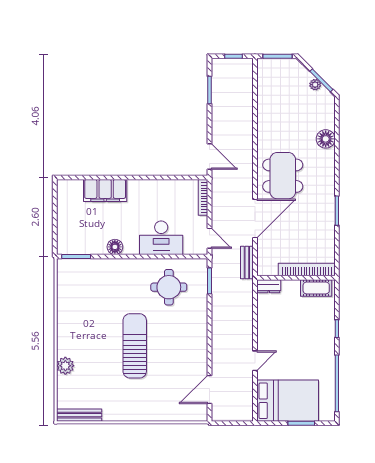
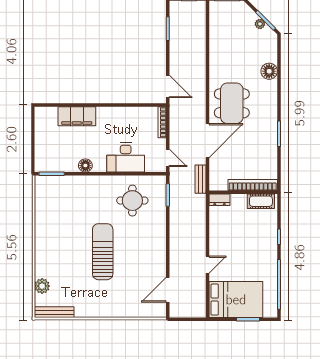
plant: (65, 366) -> (42, 286), moved

